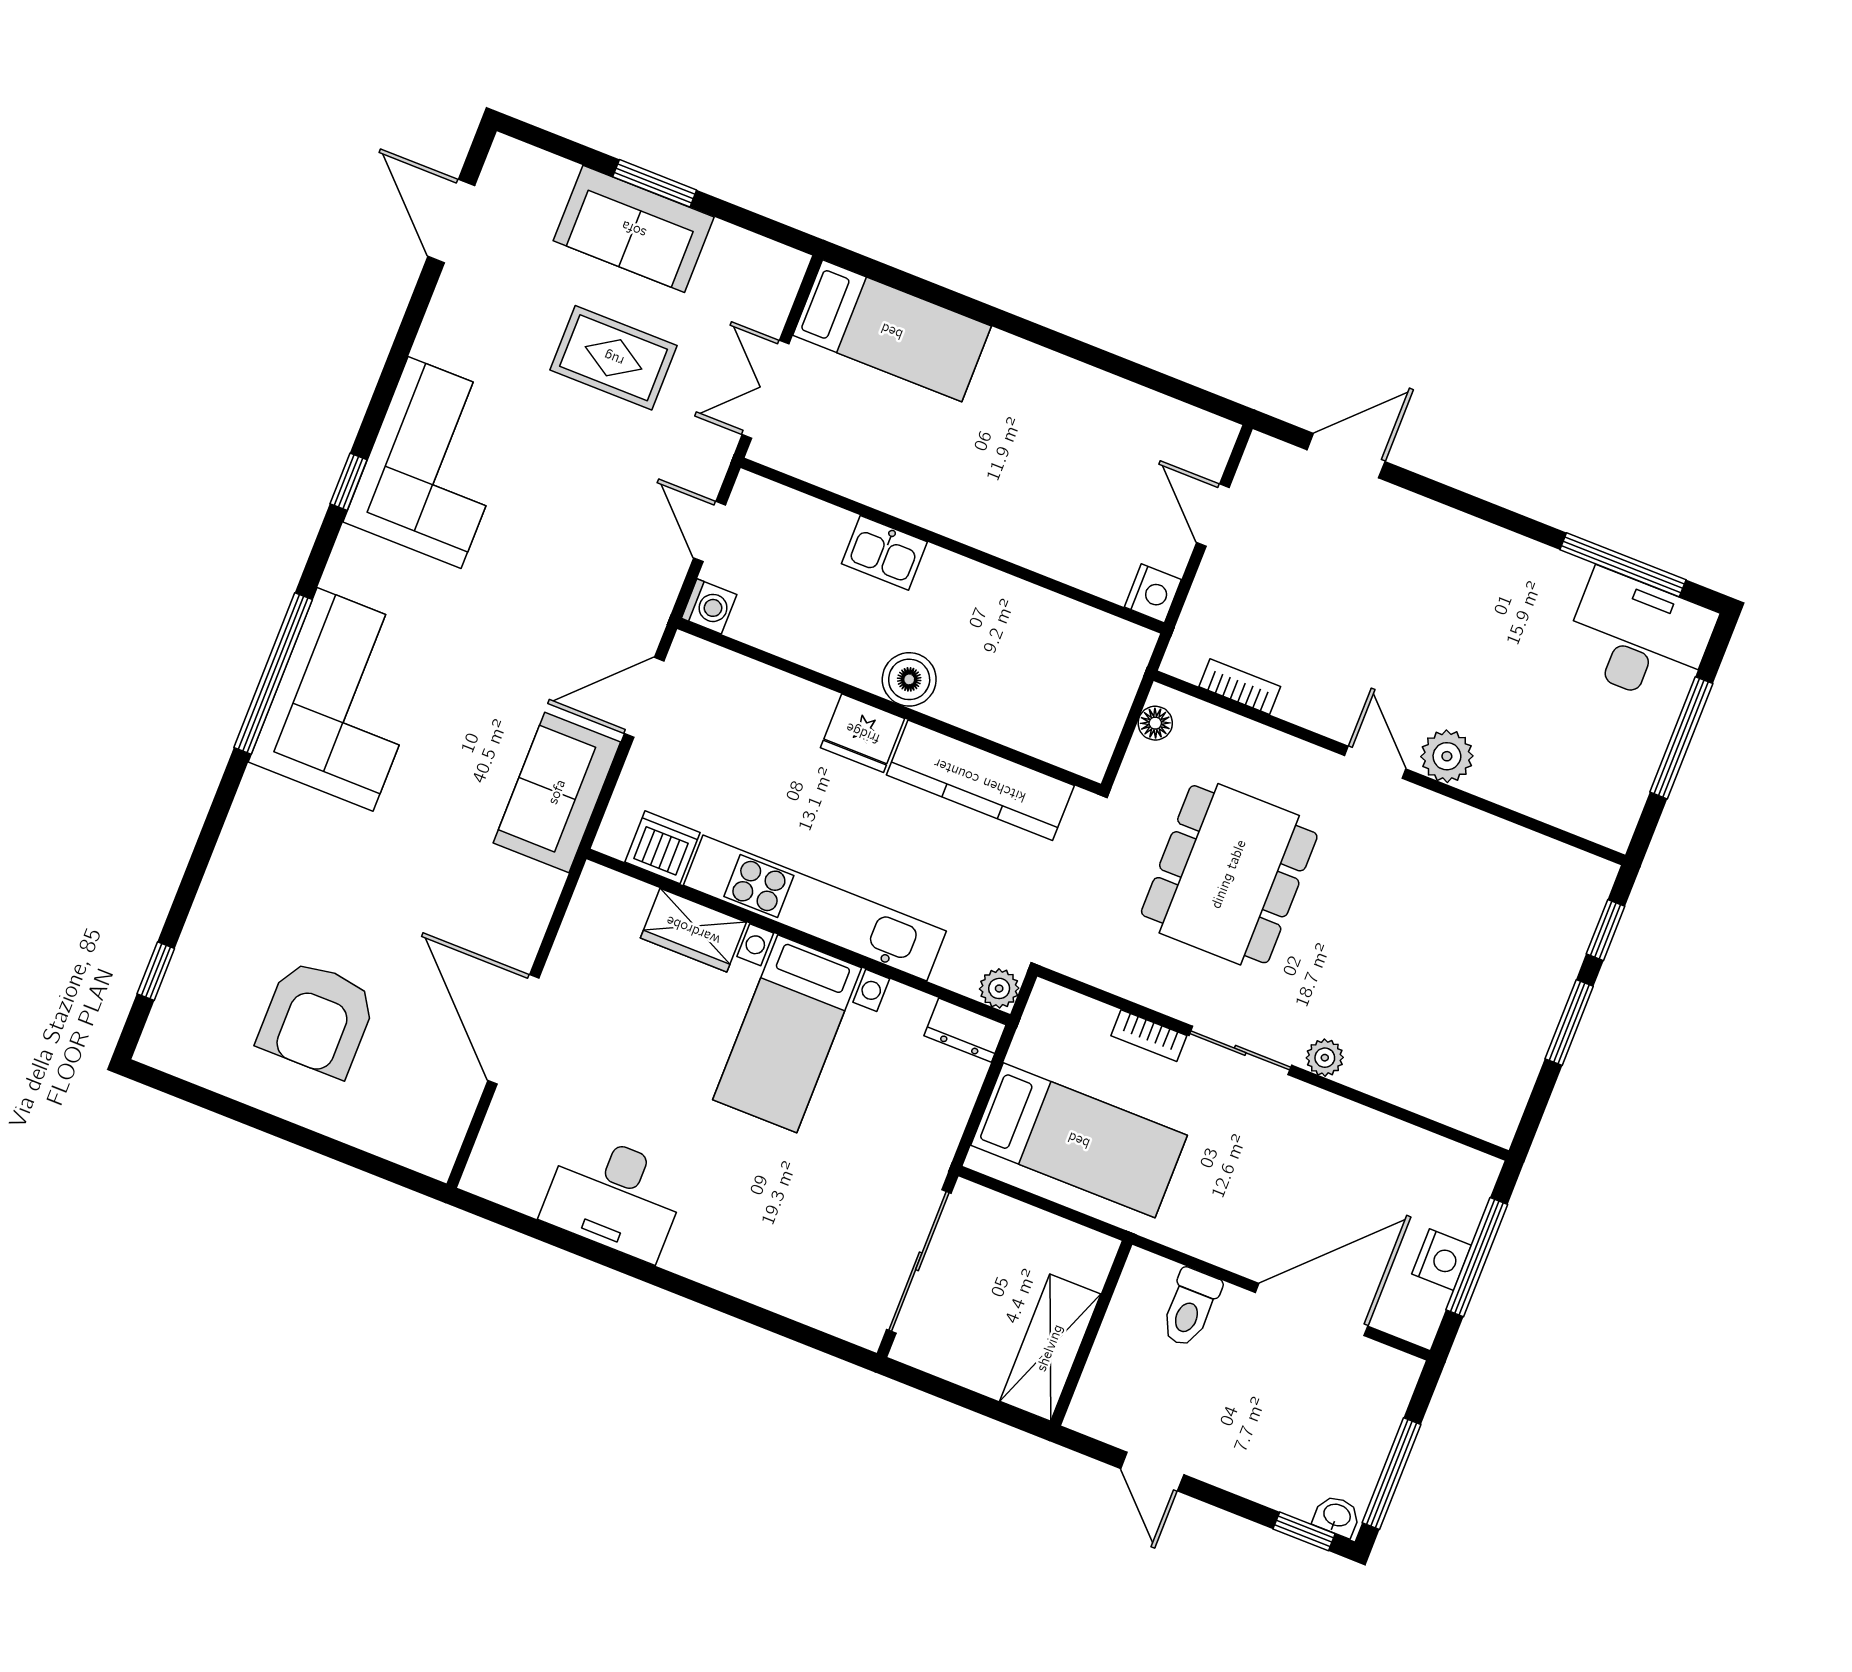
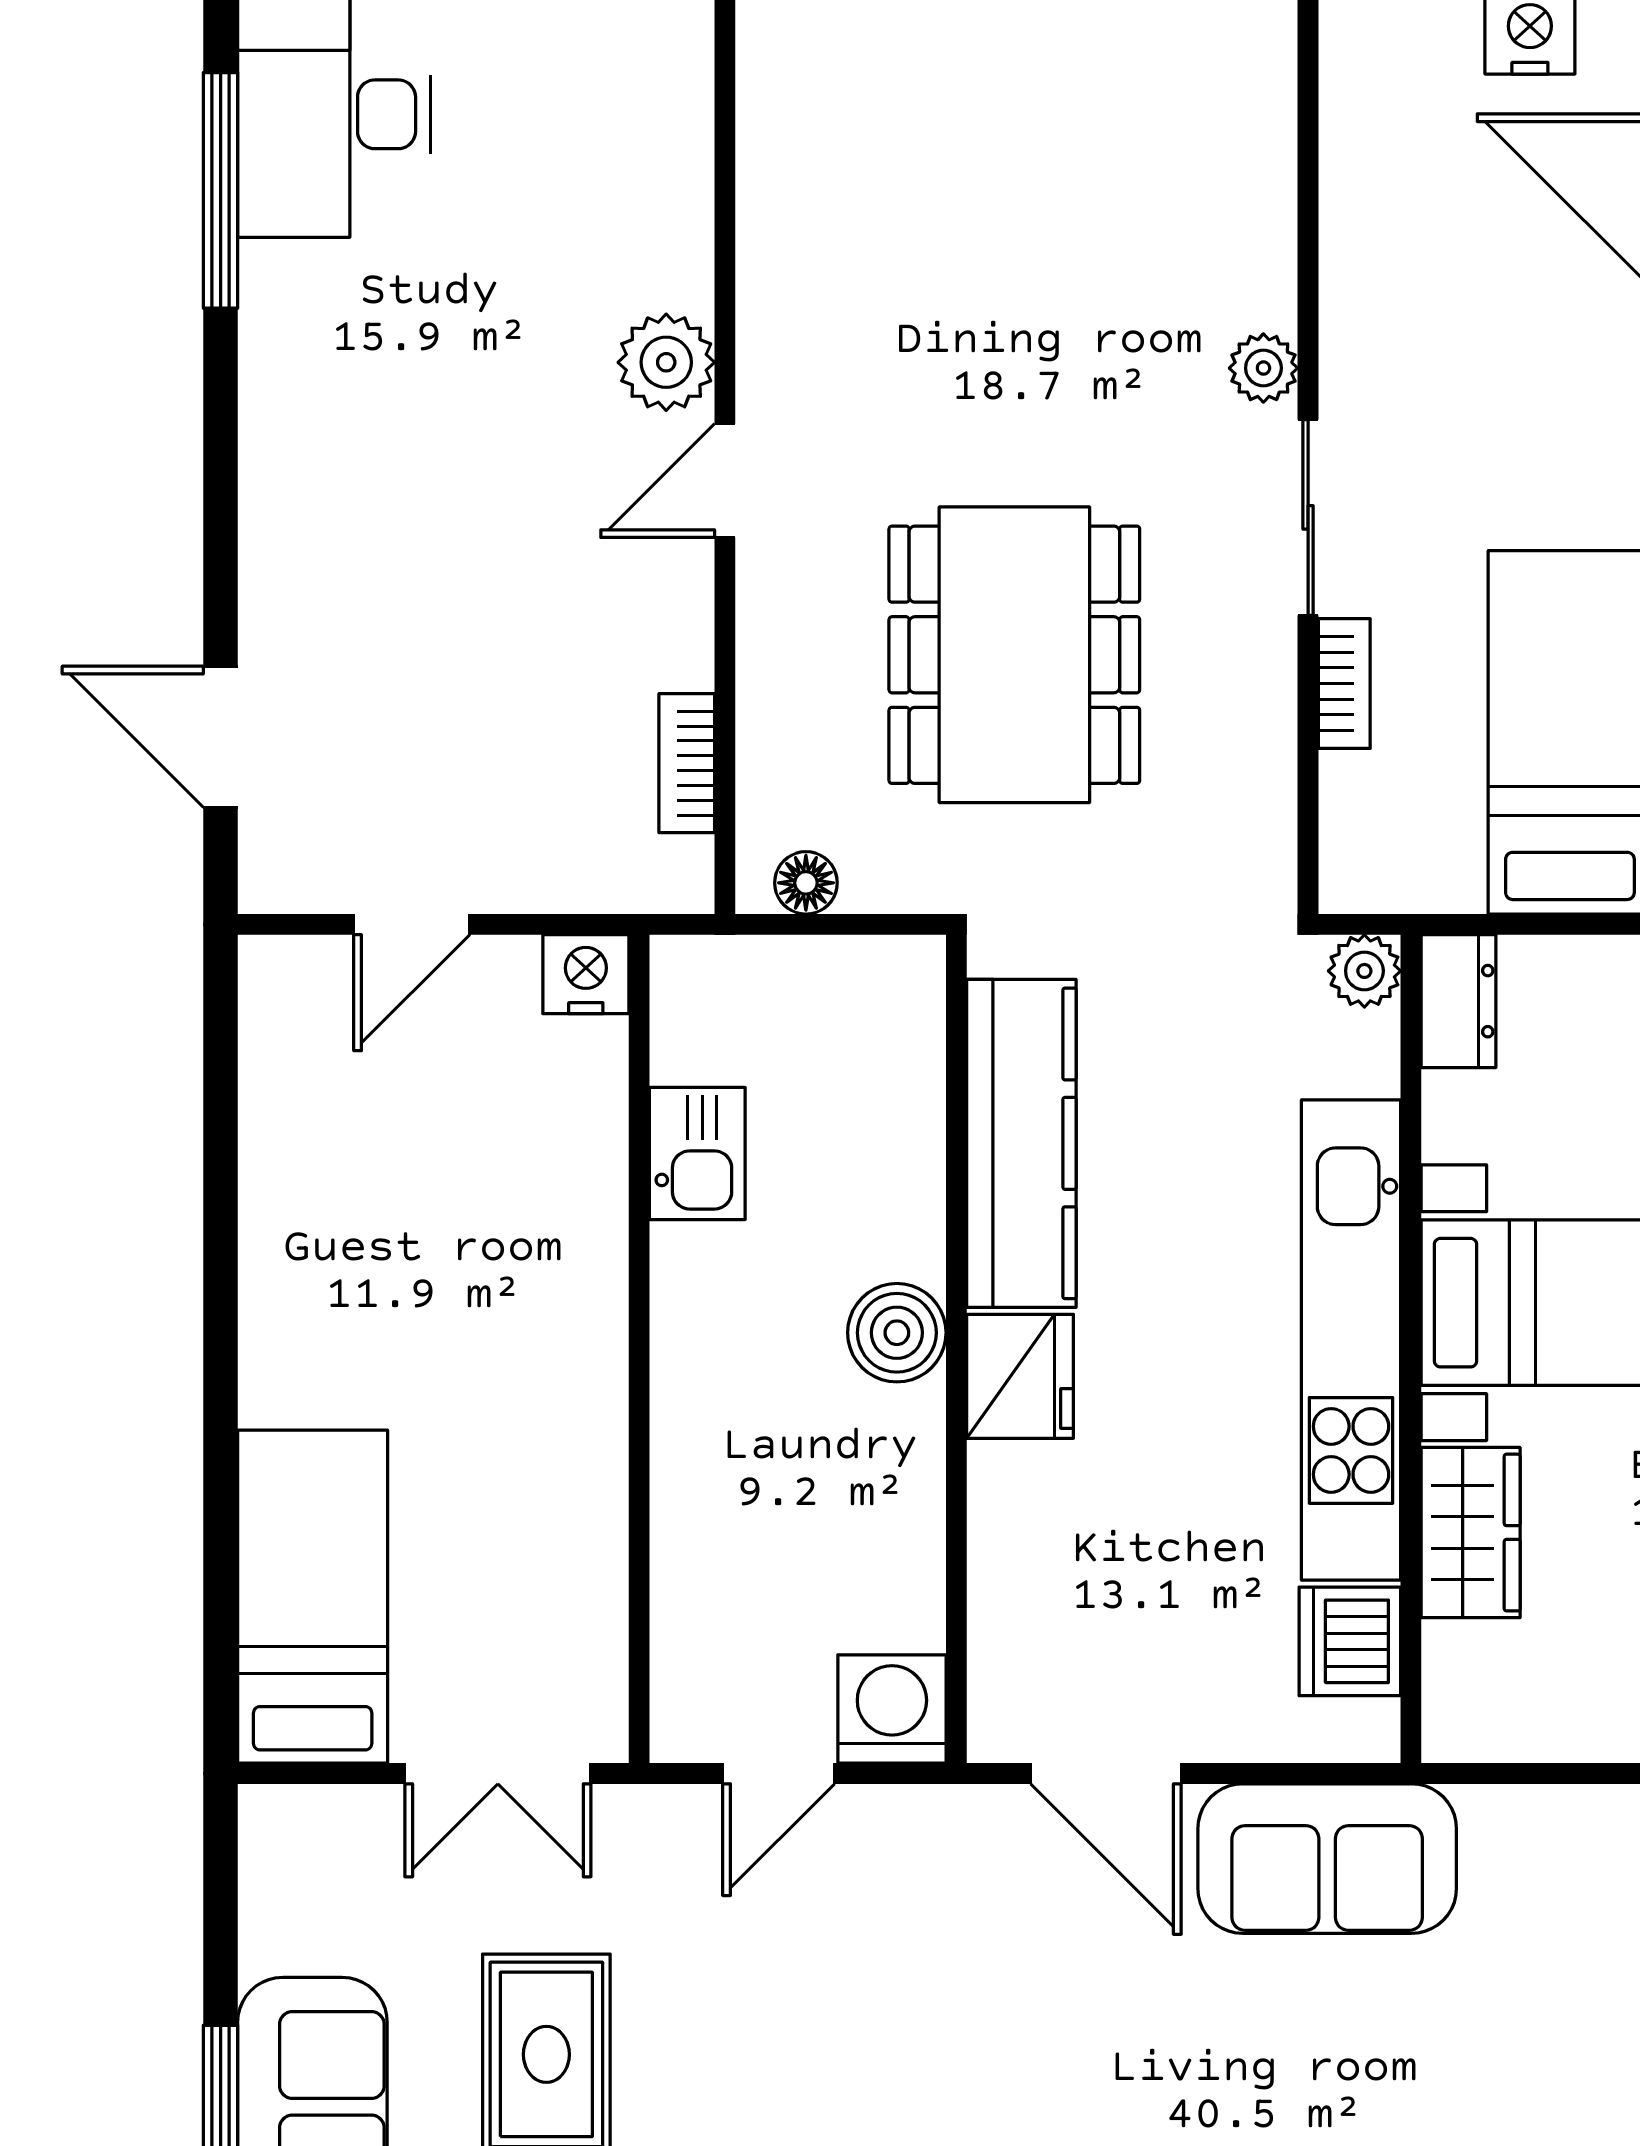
kitchen sink: (884, 553) -> (697, 1154), moved
washing machine: (709, 606) -> (892, 1709), width x1.38, depth x1.38
dining table: (1229, 874) -> (1014, 655), turned 90

